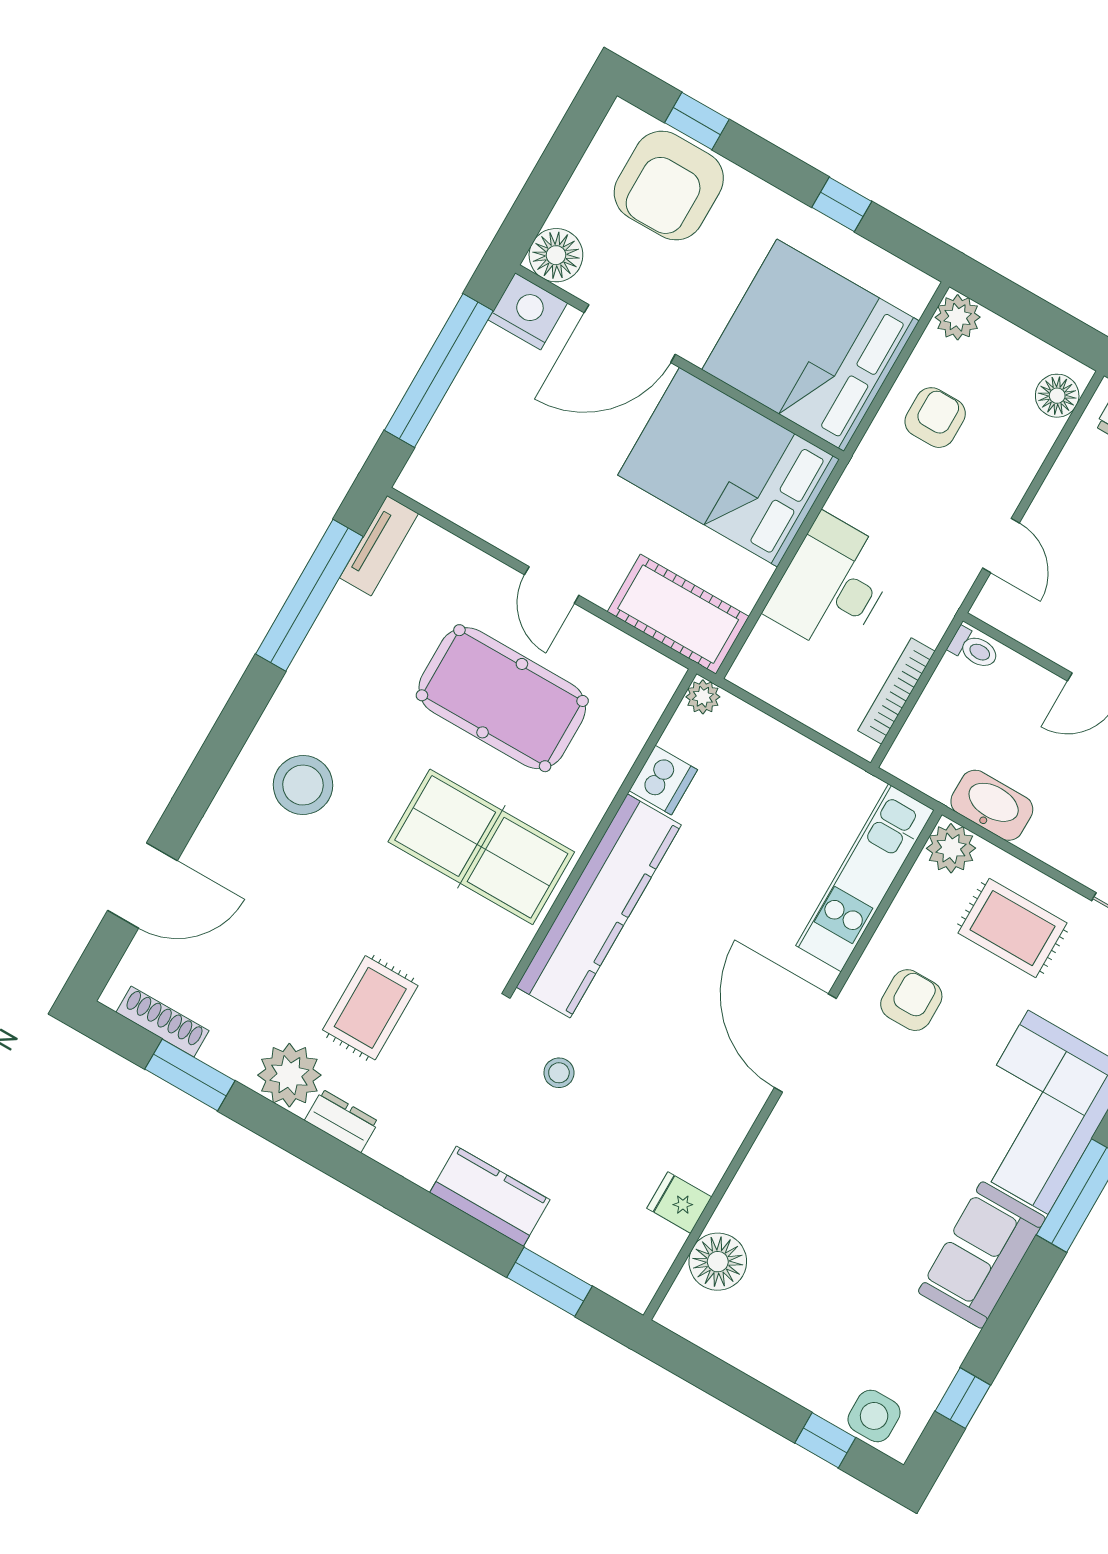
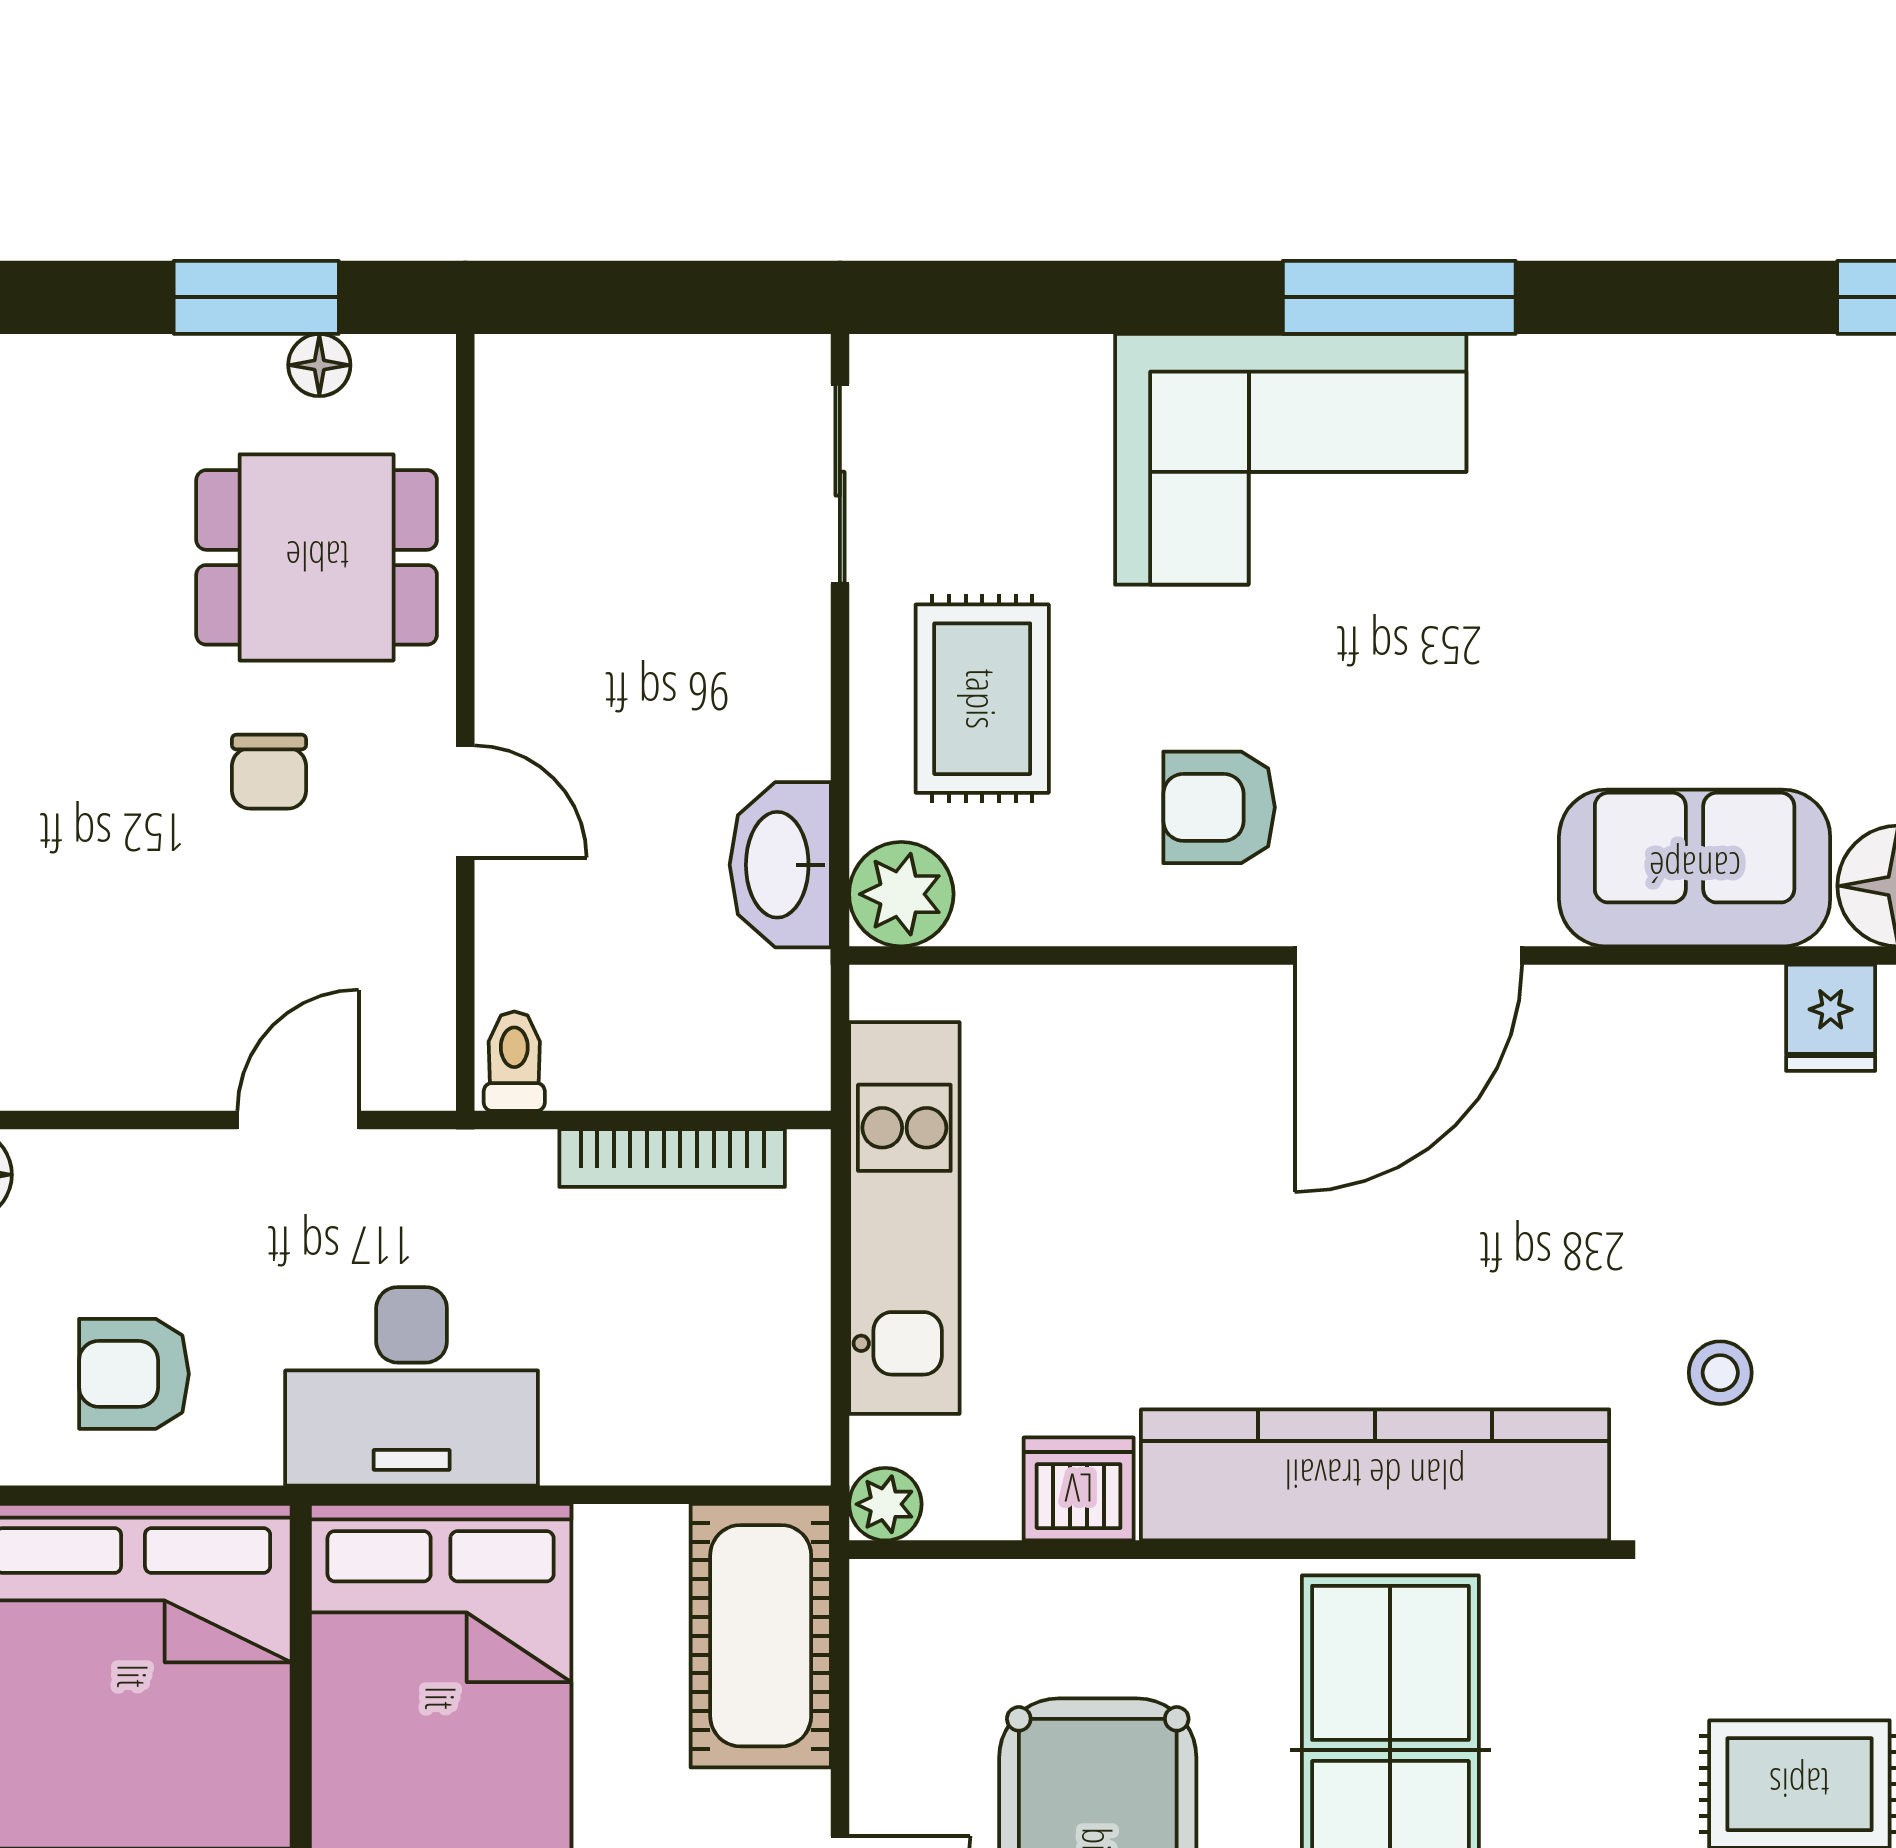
desk: (832, 585) -> (412, 1386), moved
kitchen unit: (865, 878) -> (904, 1218), moved, turned -90
sofa: (982, 1255) -> (1695, 868), moved, turned 180

